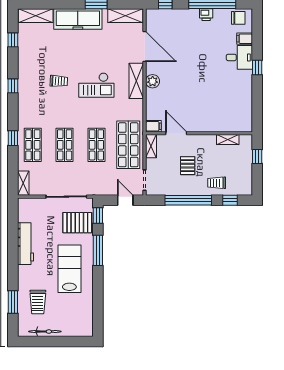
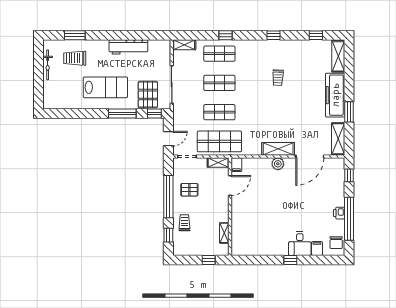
checkout: (96, 85) -> (274, 112), removed
pallet: (188, 166) -> (189, 190), moved

